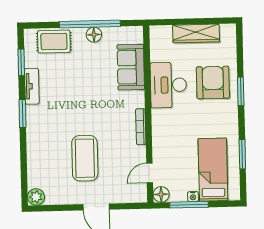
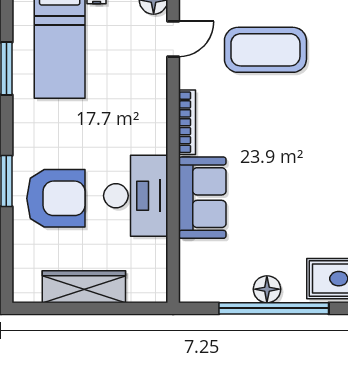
sofa: (131, 67) -> (202, 198), moved
armchair: (213, 82) -> (56, 198), turned -90
coffee table: (85, 158) -> (265, 50), moved, turned 90

